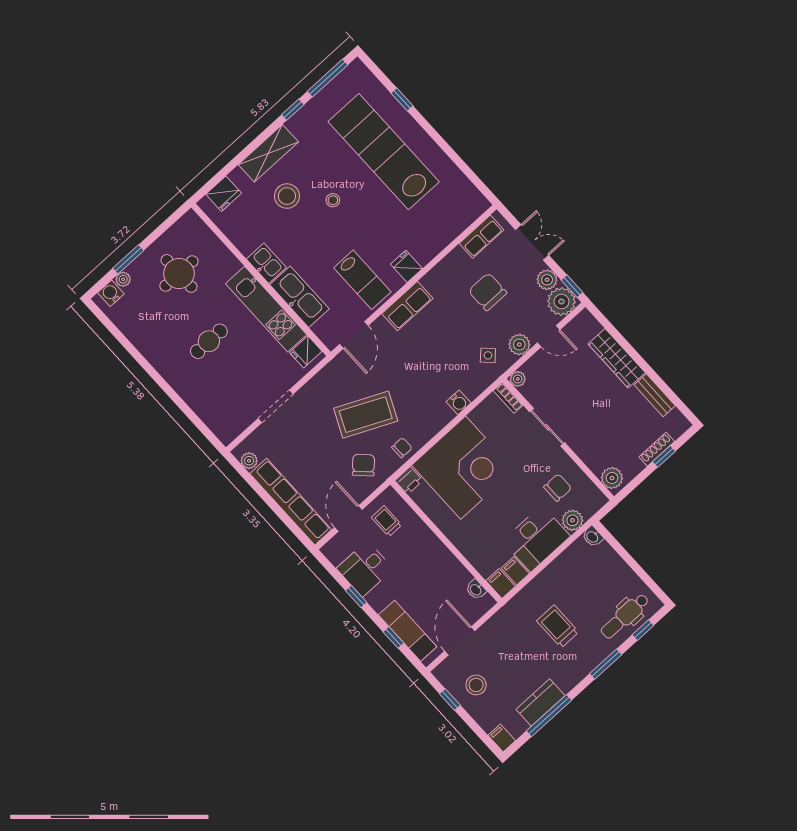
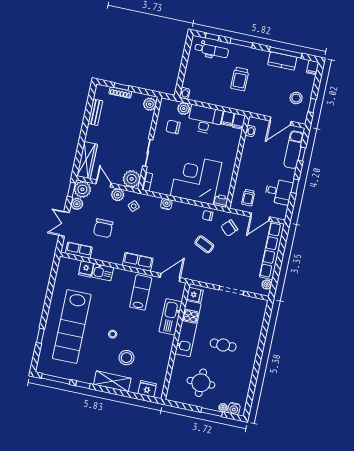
kitchen sink: (266, 263) -> (103, 272), moved, turned -90
fridge: (406, 266) -> (86, 269), moved
wardrobe: (617, 358) -> (87, 160), moved
plant: (518, 379) -> (132, 179), width x1.87, depth x1.87
coffee table: (366, 415) -> (204, 244), width x0.54, depth x0.58

